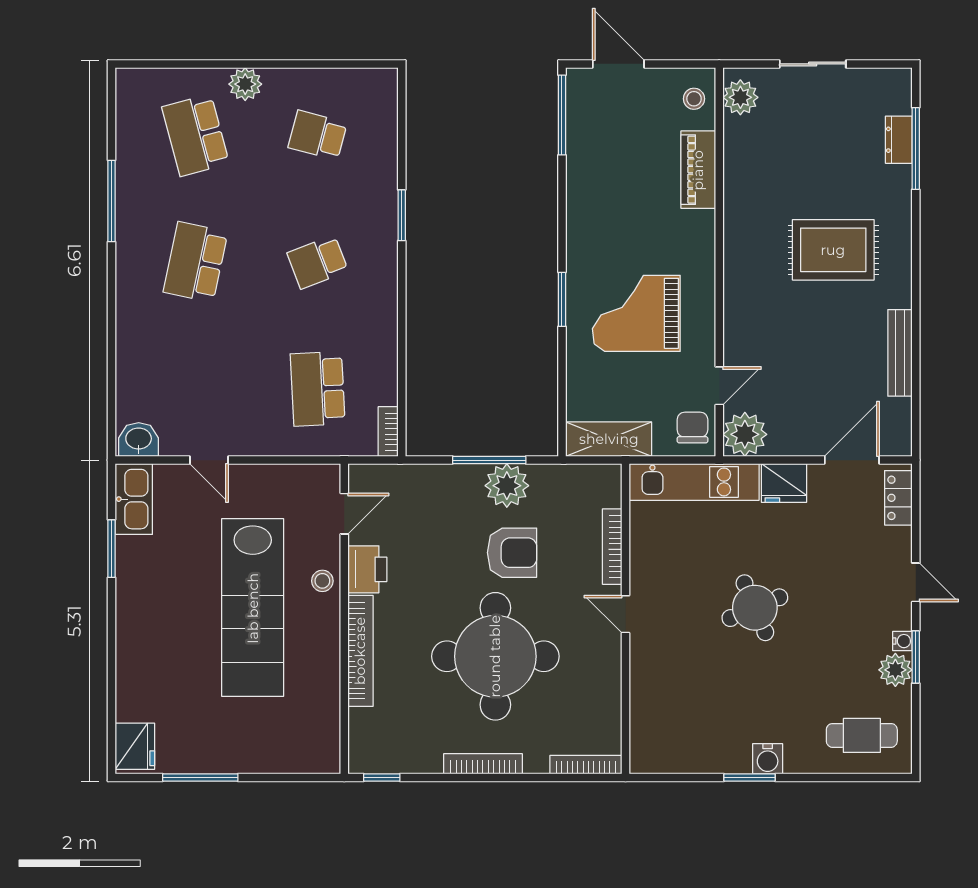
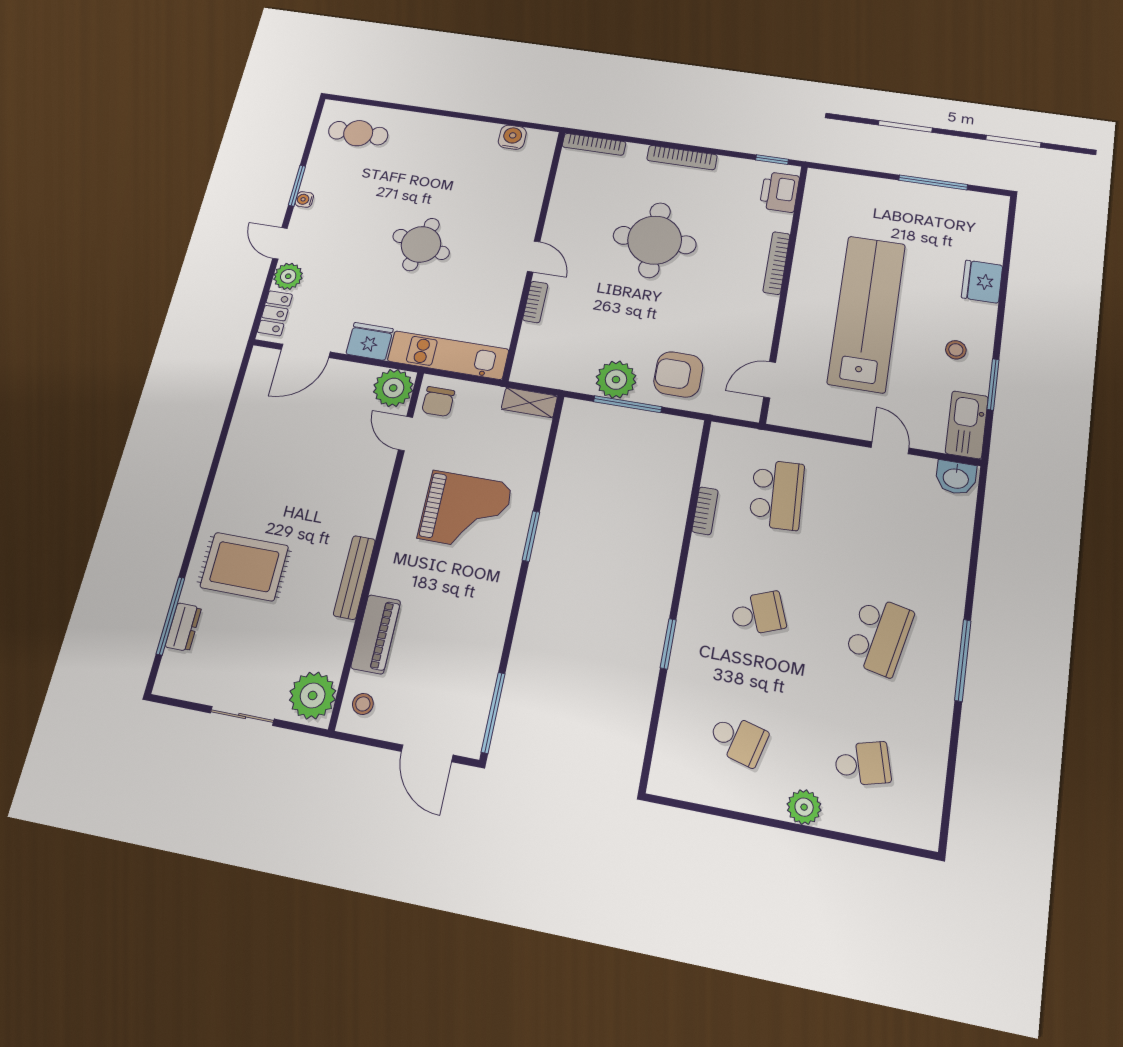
plant: (740, 97) -> (313, 695), width x1.36, depth x1.36
school desk: (195, 135) -> (863, 764), width x0.54
window: (111, 201) -> (963, 660), moved
rug: (833, 250) -> (244, 567), moved
bench: (900, 353) -> (354, 577), moved
door: (719, 386) -> (405, 434), hinge flipped
bookcase: (388, 432) -> (705, 511), moved
shelving: (609, 439) -> (529, 403), width x0.67, depth x0.75
bookcase: (612, 547) -> (535, 302), width x0.64
armchair: (512, 553) -> (678, 374), moved
printer: (367, 569) -> (779, 192), moved
stool: (322, 581) -> (956, 350), moved
round table: (755, 608) -> (421, 244), turned 37
bookcase: (360, 651) -> (776, 263), width x0.68, depth x0.76
round table: (495, 656) -> (655, 240), width x0.73, depth x0.73
plant: (895, 670) -> (288, 276), moved
fridge: (135, 746) -> (982, 282), moved
water cooler: (768, 759) -> (512, 137), moved
window: (750, 777) -> (459, 115), removed

